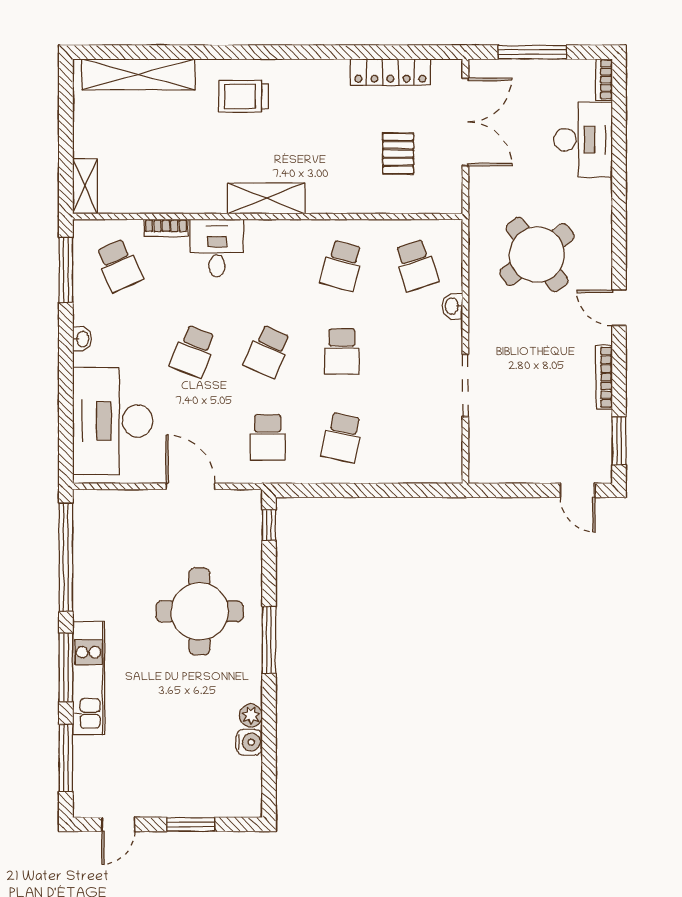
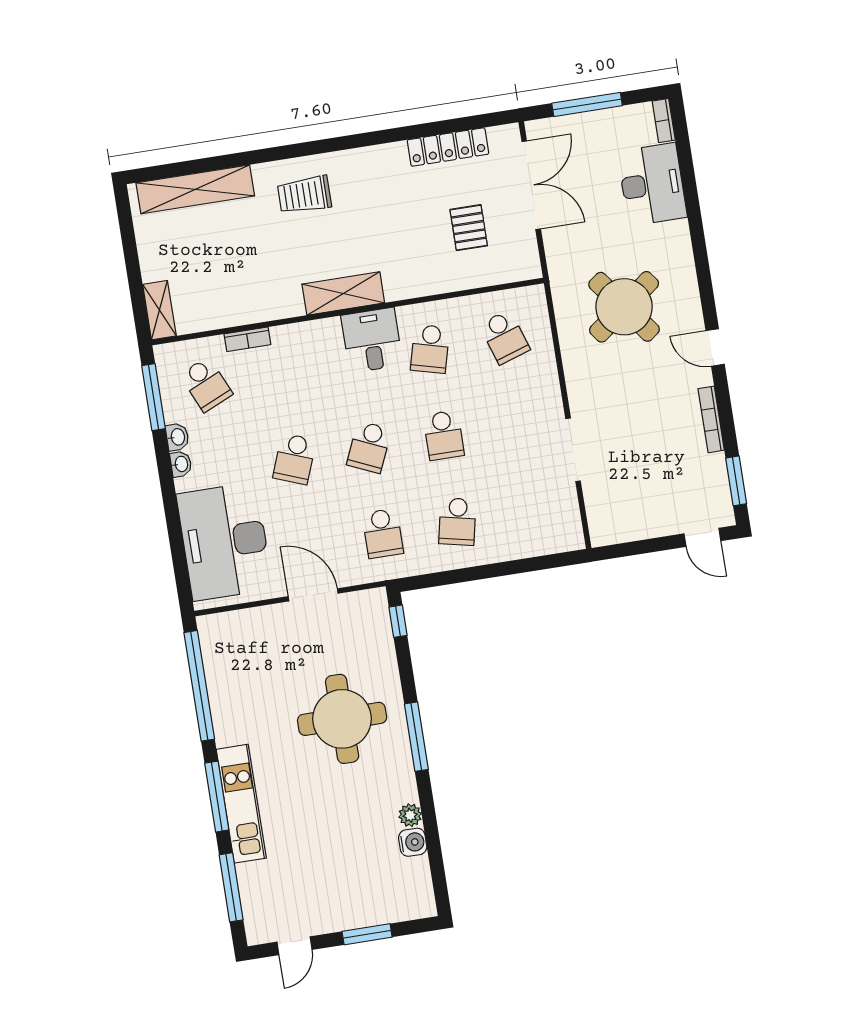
desk: (217, 248) -> (372, 340), moved
washbasin: (452, 306) -> (177, 437), moved, turned 180

